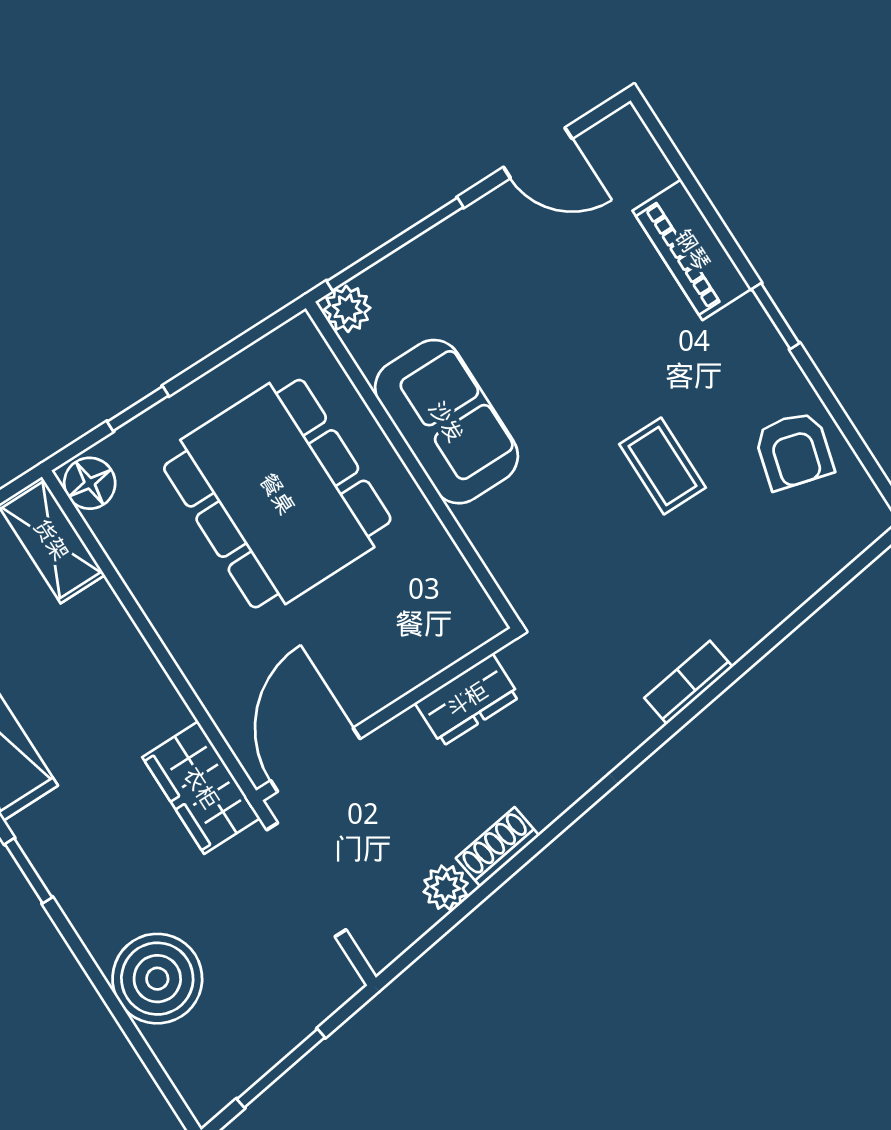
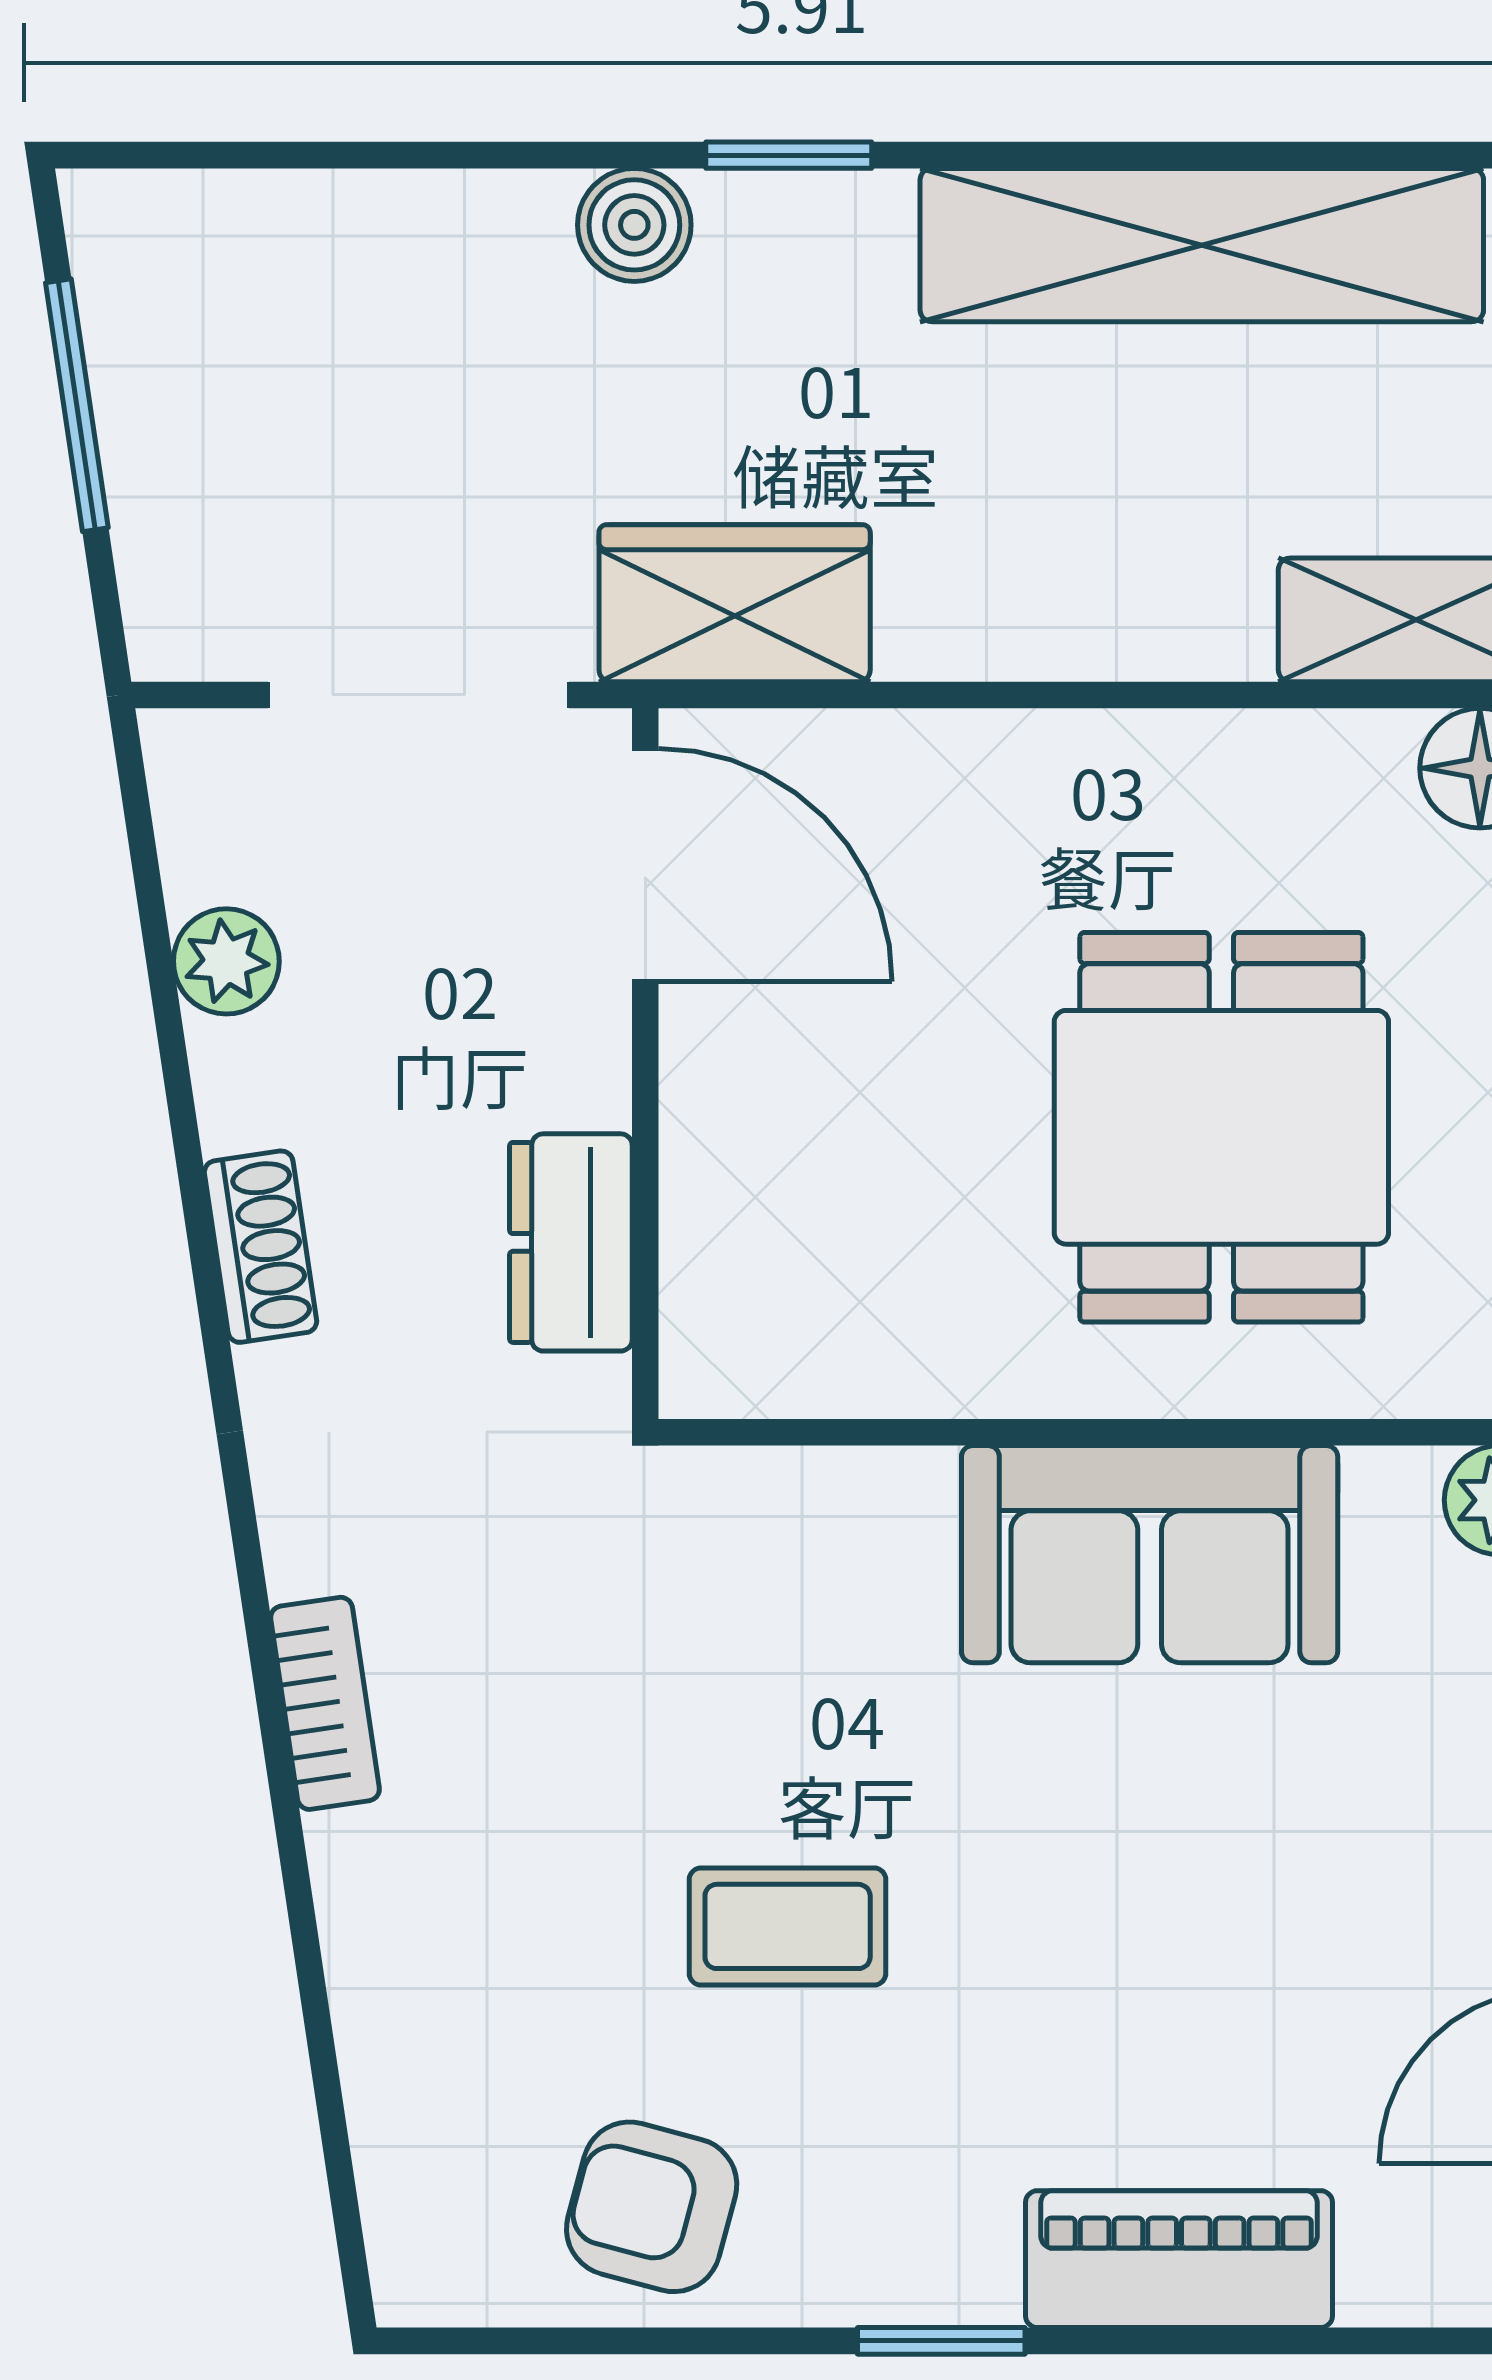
dining table: (277, 494) -> (1221, 1127), width x0.73
shoe rack: (498, 847) -> (261, 1247), moved
boiler: (157, 979) -> (634, 225), moved, width x0.54, depth x0.54

